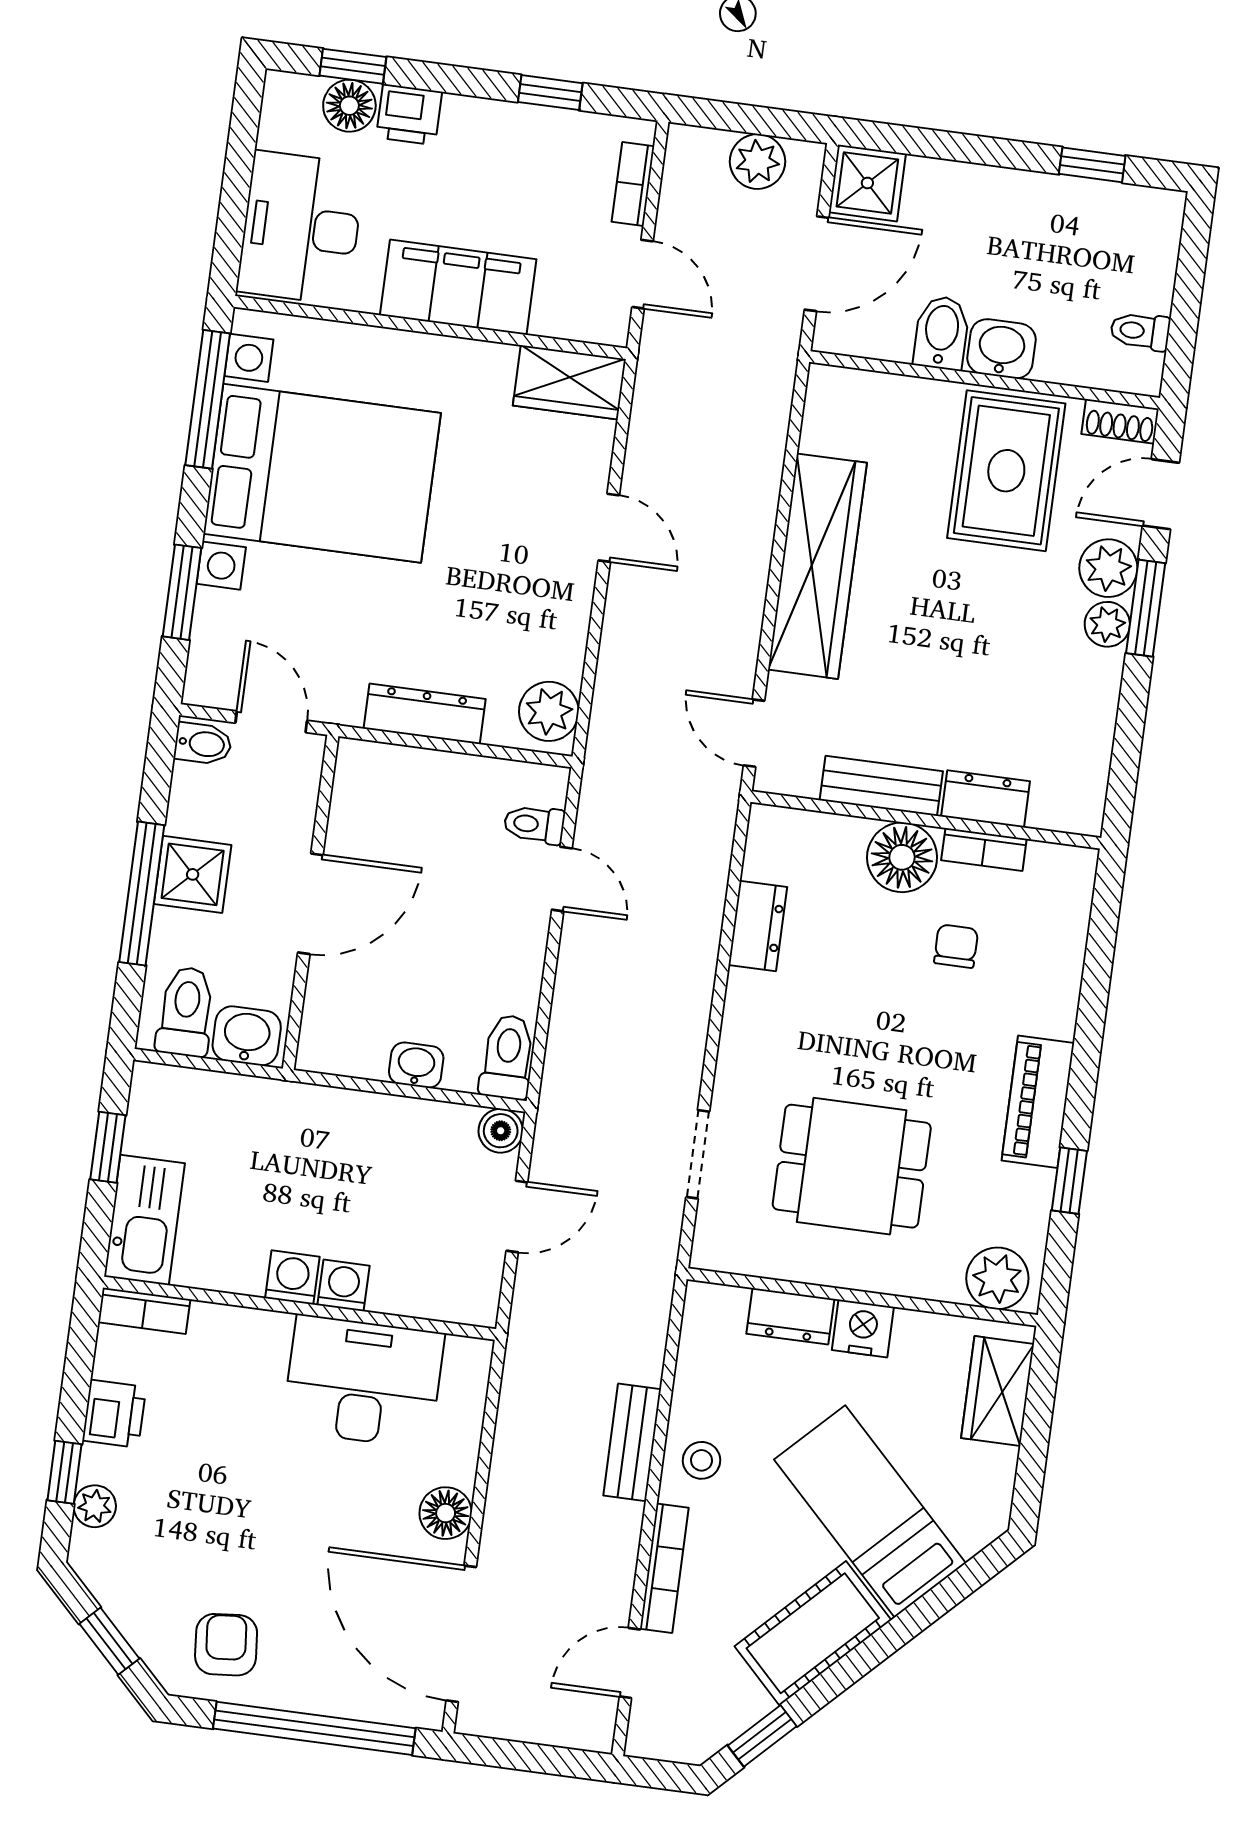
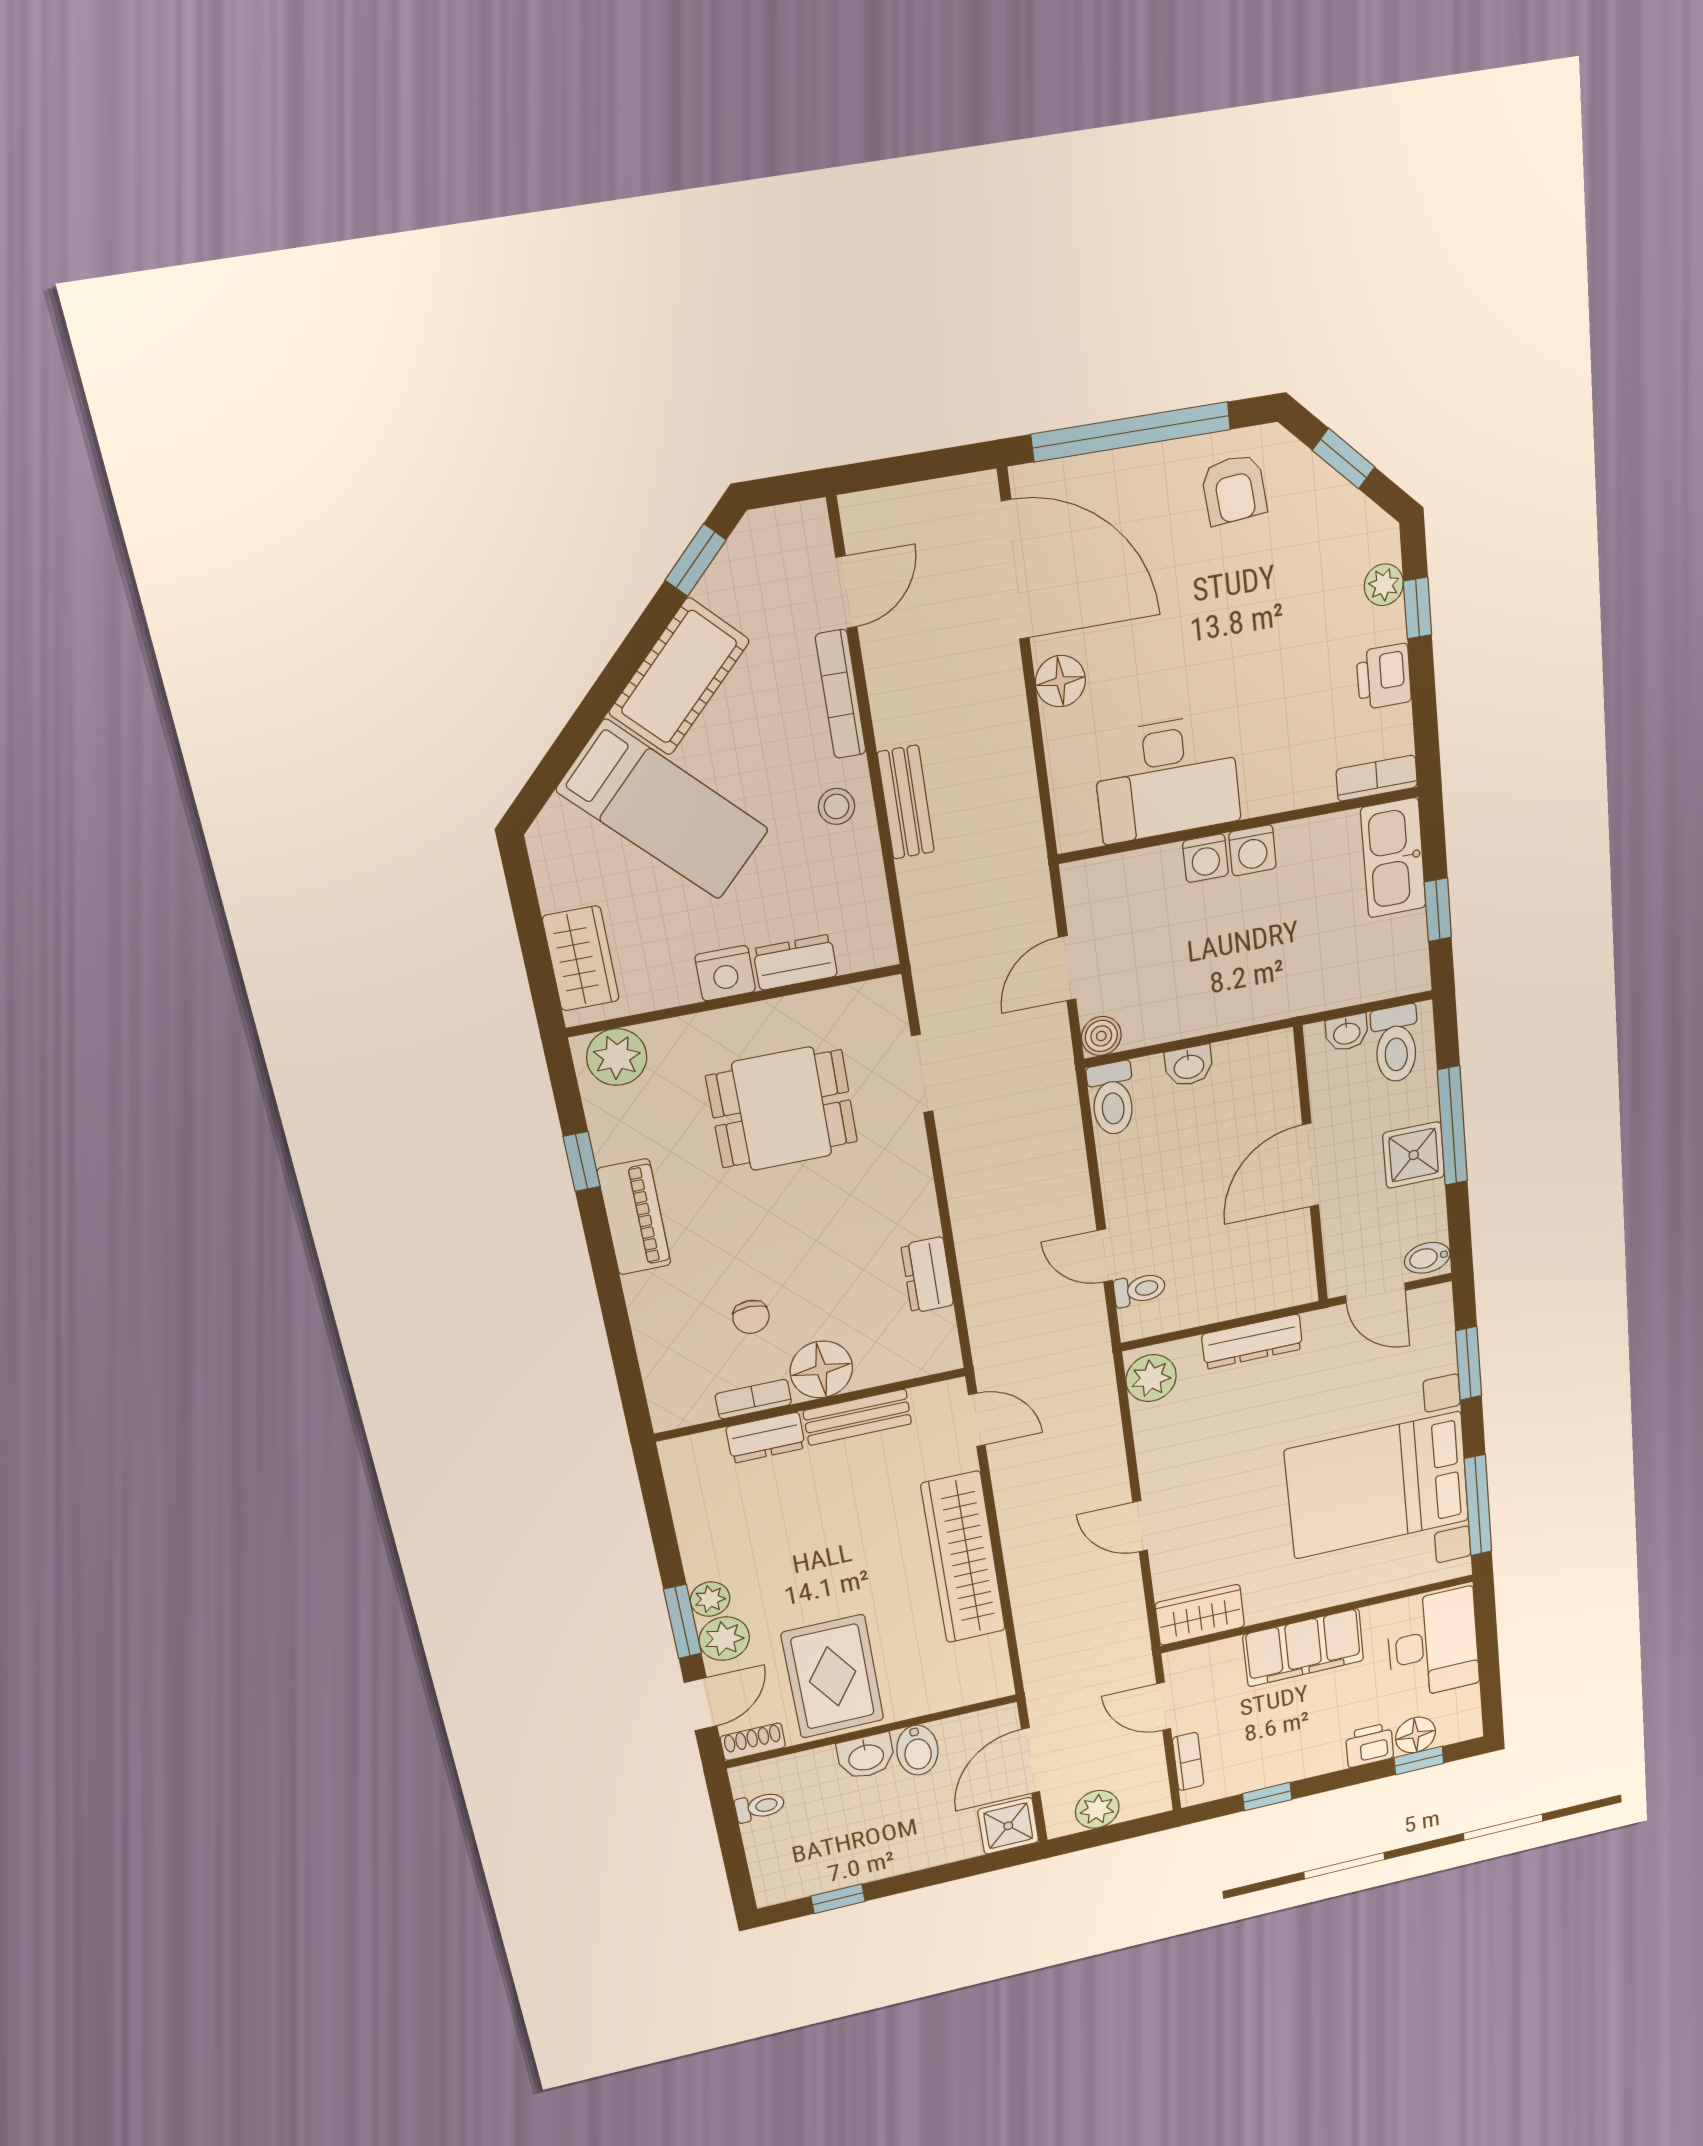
washbasin: (247, 1036) -> (1347, 1033), width x0.72, depth x0.69

